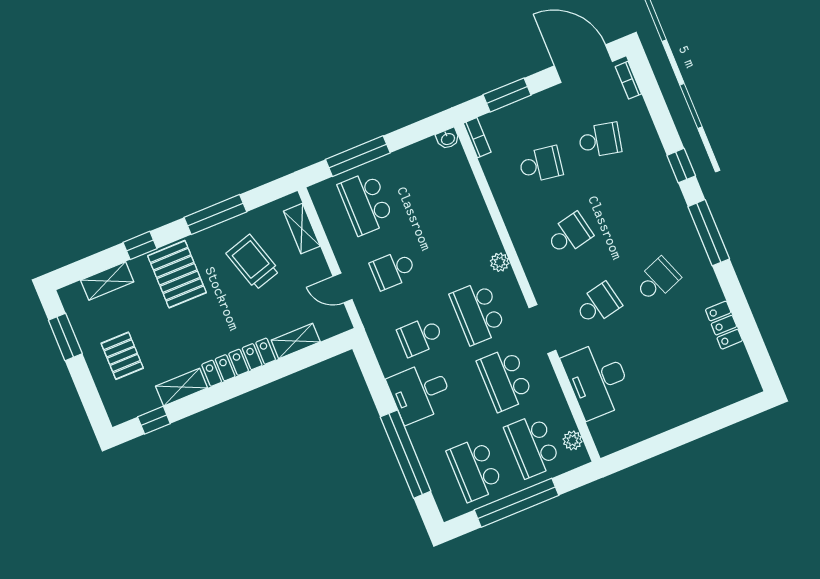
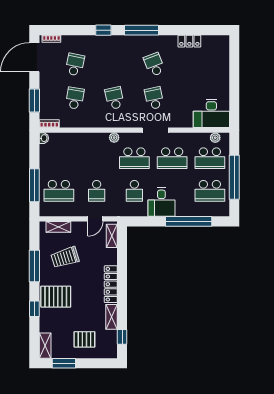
shelving: (107, 281) -> (45, 346), moved
shelving: (296, 341) -> (112, 236), moved
desk: (597, 380) -> (211, 113), moved

